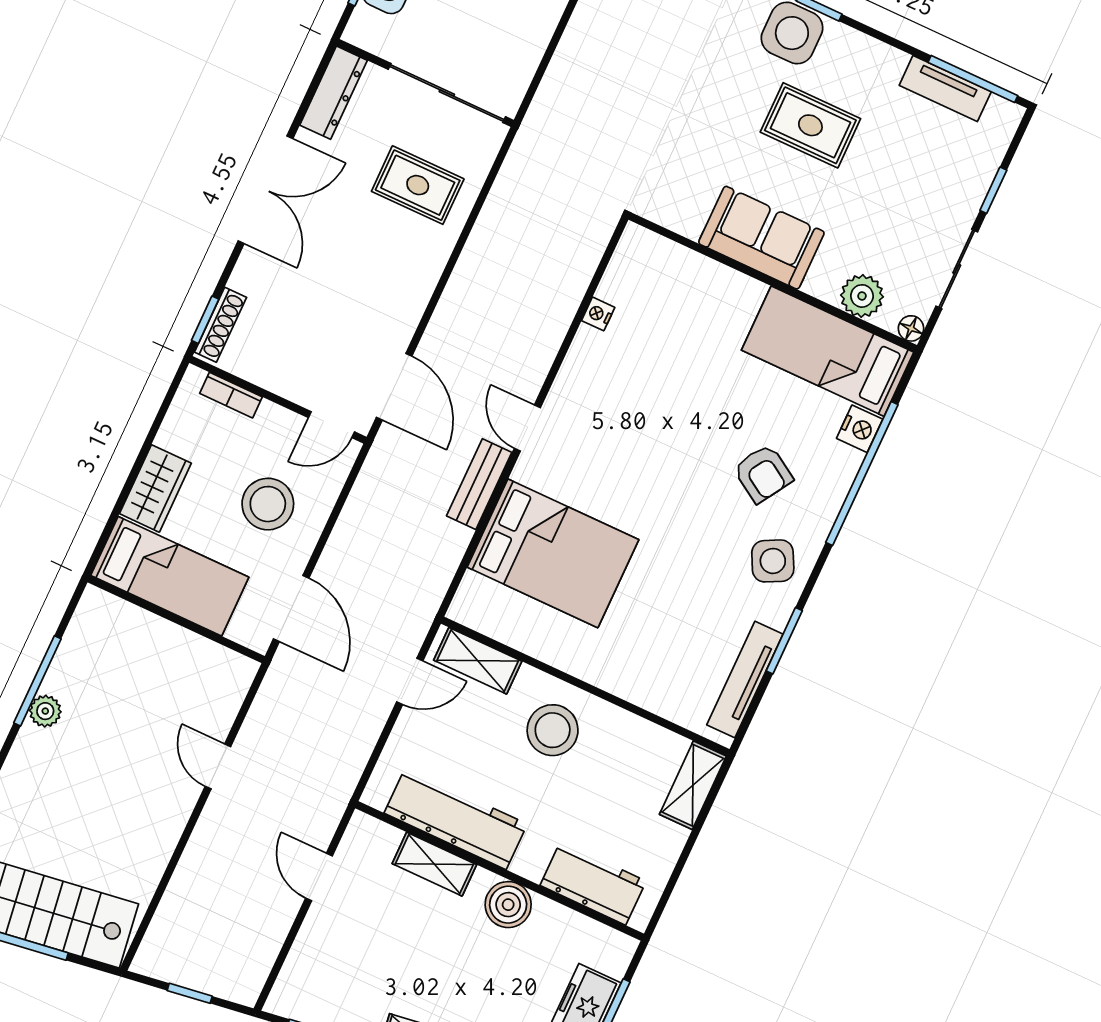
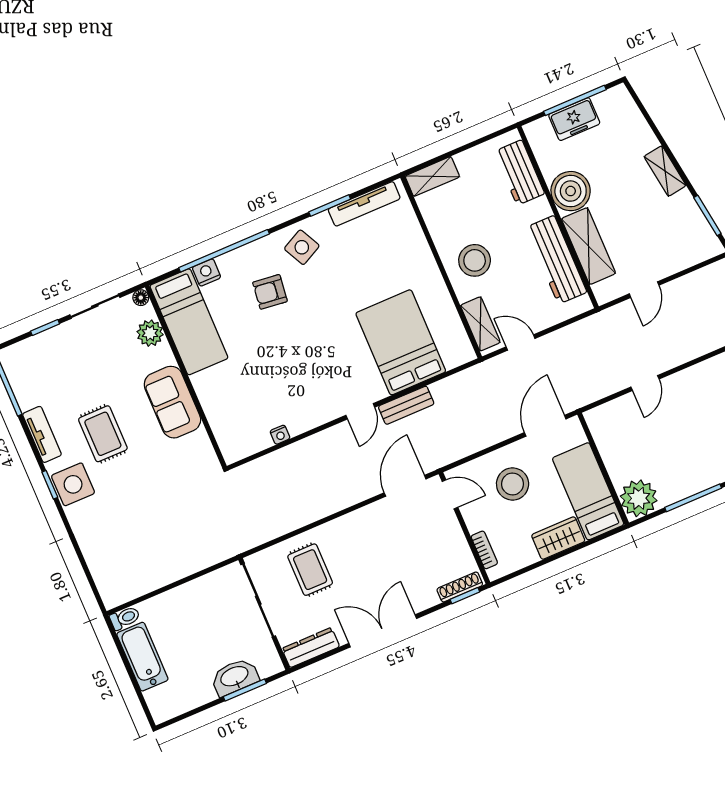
tv unit: (945, 89) -> (42, 434), moved
armchair: (763, 474) -> (270, 292), turned -115
plant: (45, 711) -> (639, 498), moved, width x1.87, depth x1.87
shelving: (434, 864) -> (589, 246), width x1.50, depth x1.33
boiler: (508, 905) -> (571, 191), width x1.37, depth x1.37

